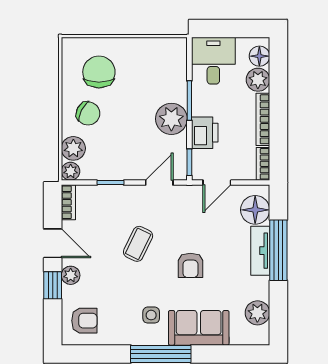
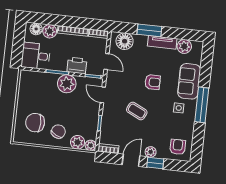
window: (278, 250) -> (149, 30), width x0.69
tv unit: (260, 251) -> (162, 42), moved

